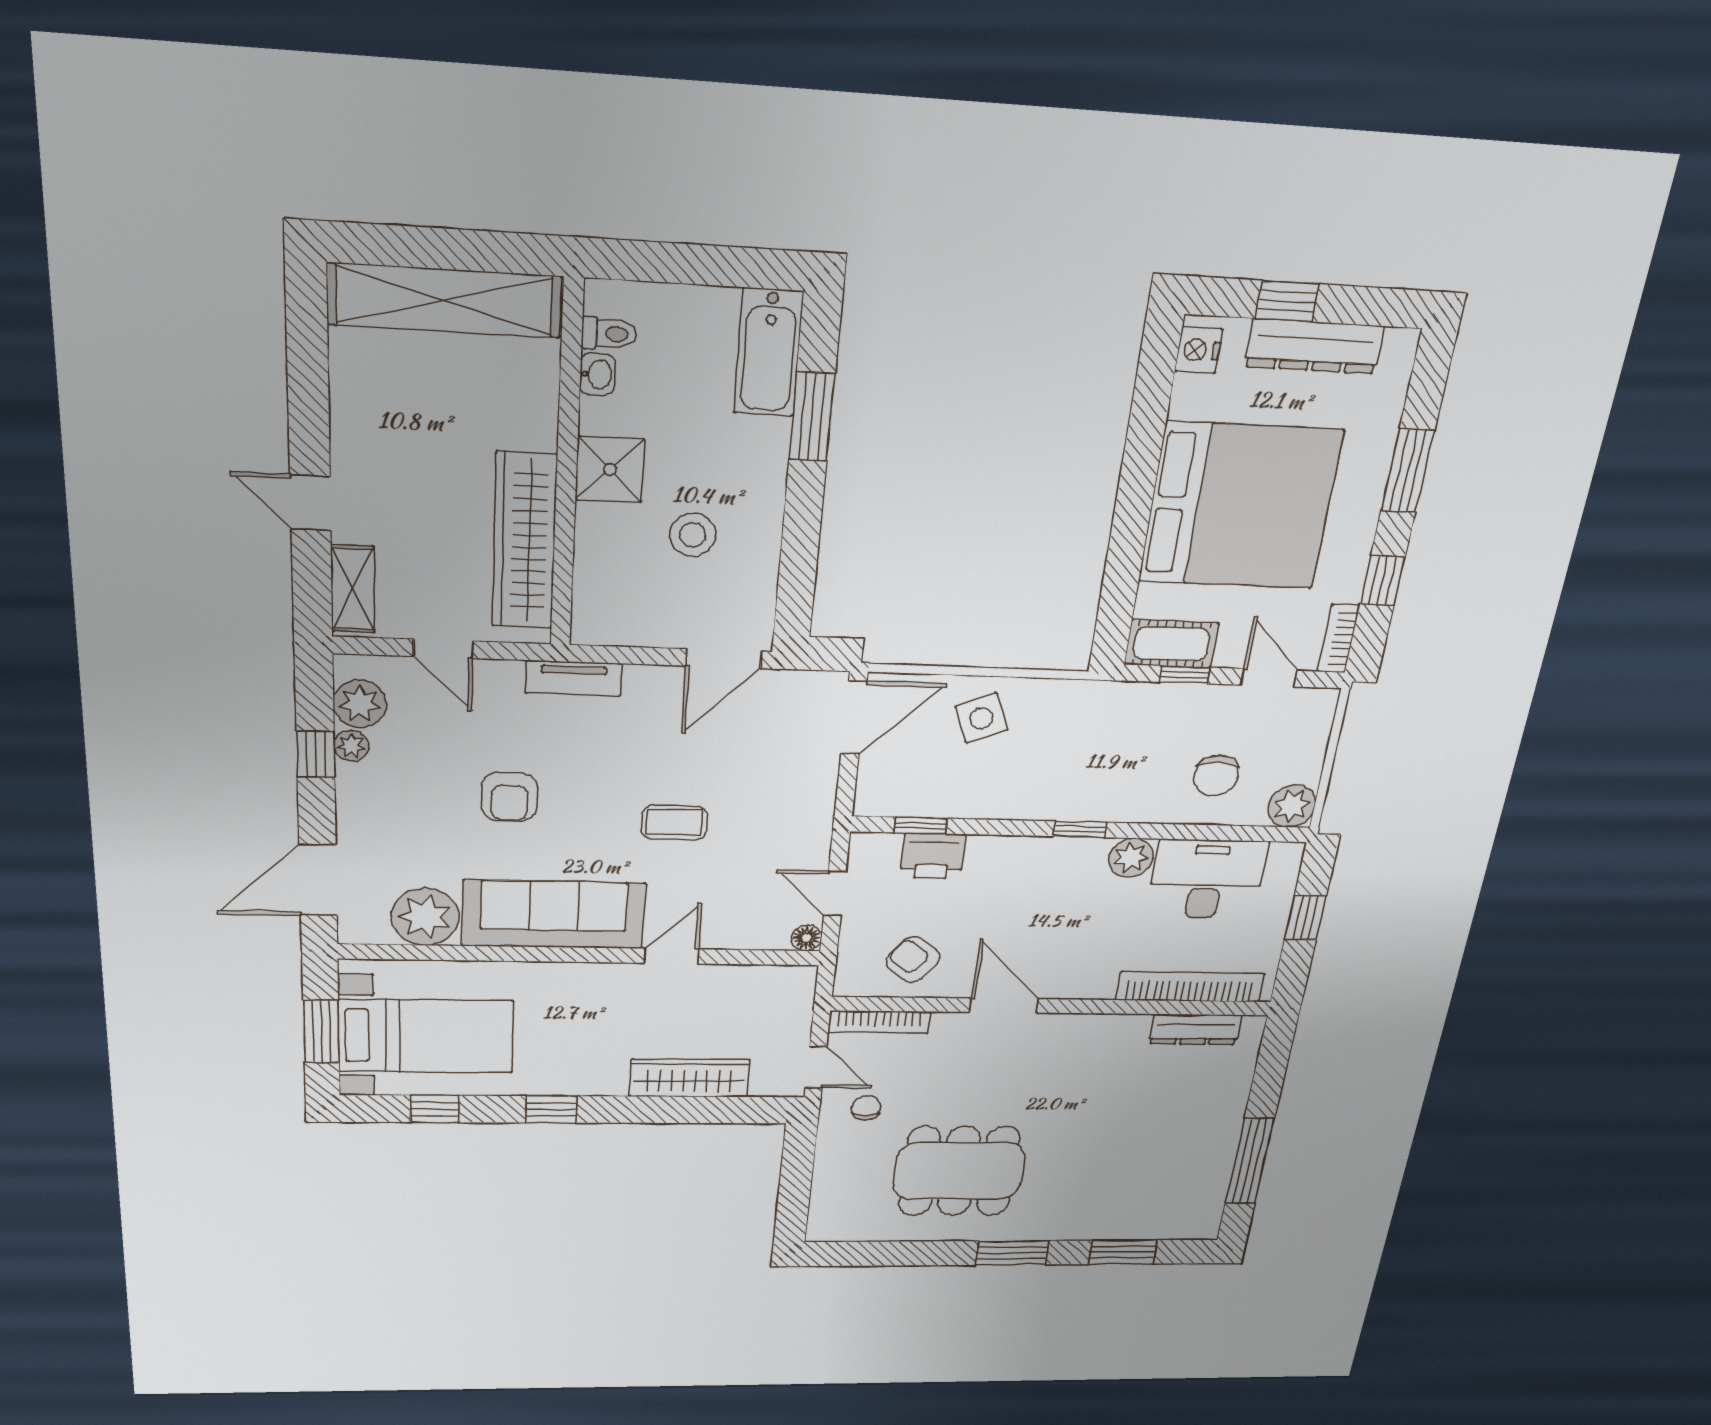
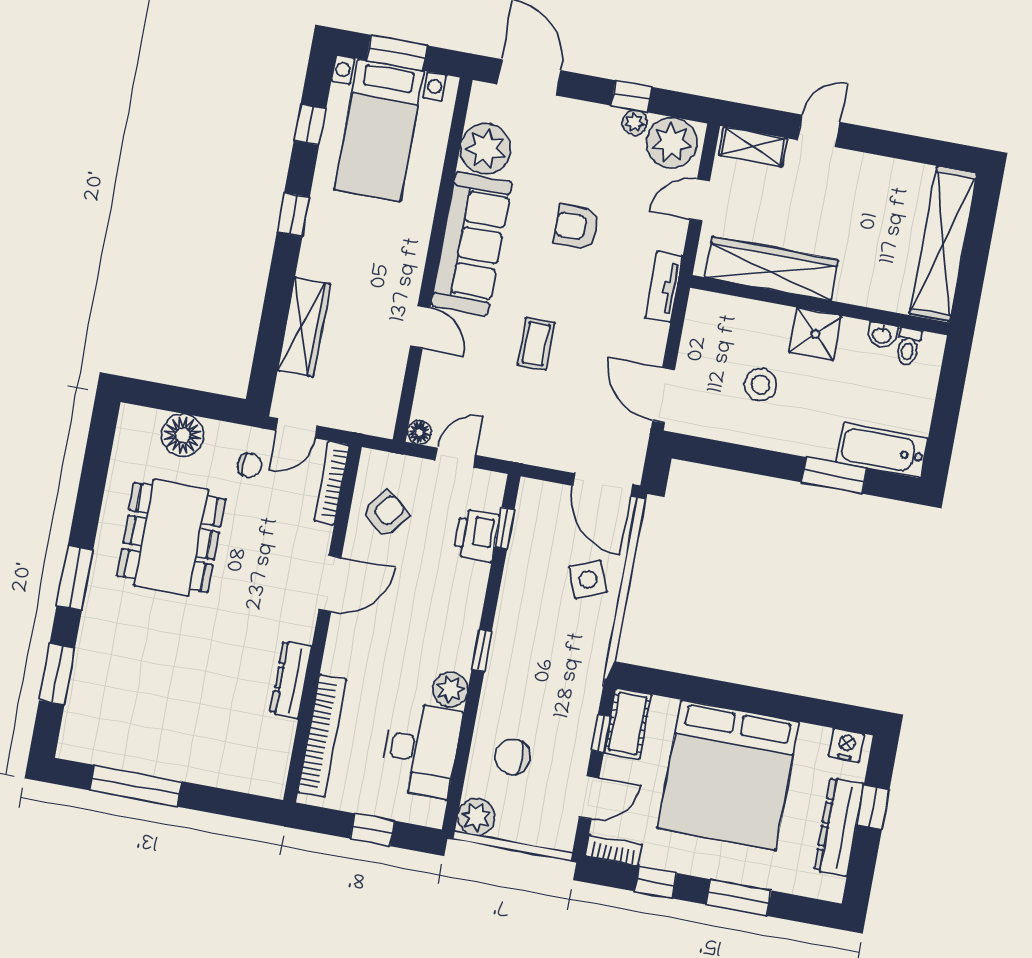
plant: (360, 704) -> (672, 143), width x1.36, depth x1.36
dresser: (1195, 1029) -> (291, 680), moved
floor lamp: (837, 1178) -> (183, 435), added

